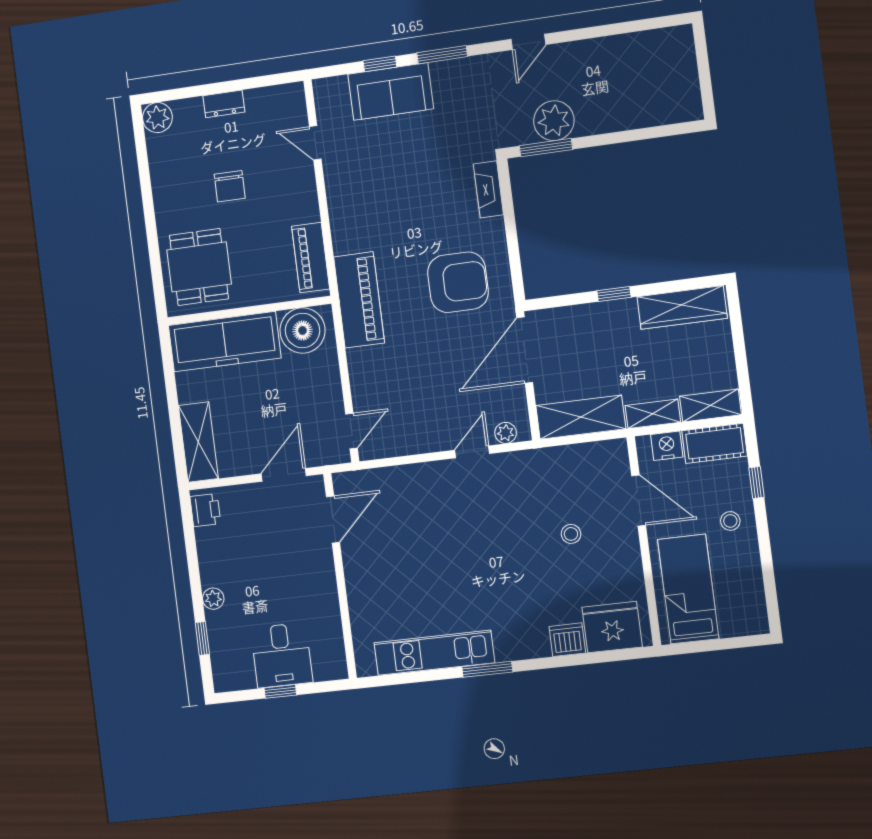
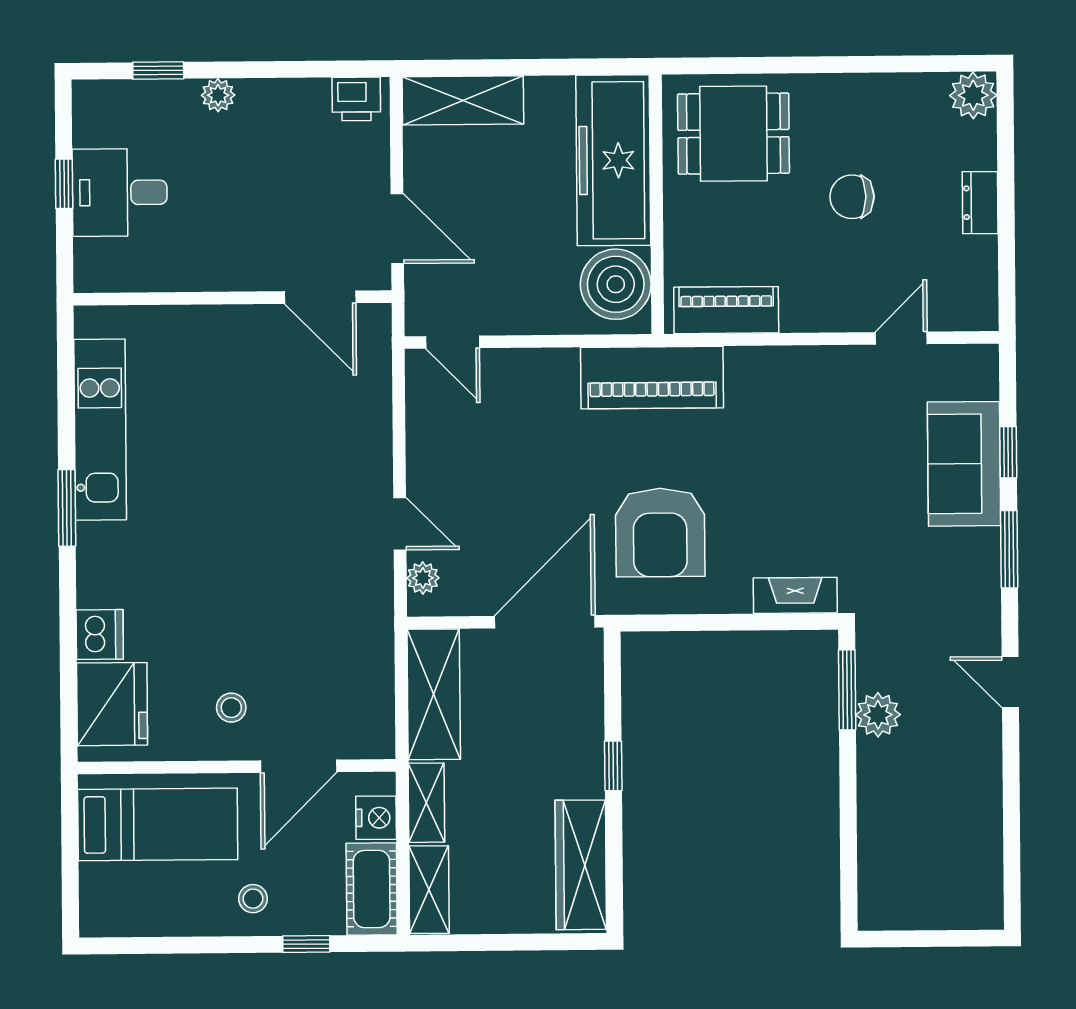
plant: (554, 121) -> (878, 715), width x0.73, depth x0.73
door: (525, 350) -> (545, 622), hinge flipped
stool: (571, 534) -> (231, 708), moved

